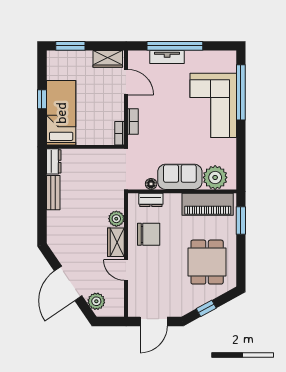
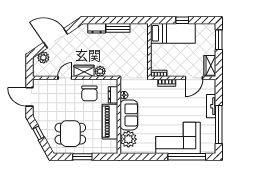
window: (175, 46) -> (219, 124), moved
dresser: (54, 161) -> (97, 28), moved
piano: (208, 204) -> (110, 122), moved
window: (241, 221) -> (82, 157), moved

